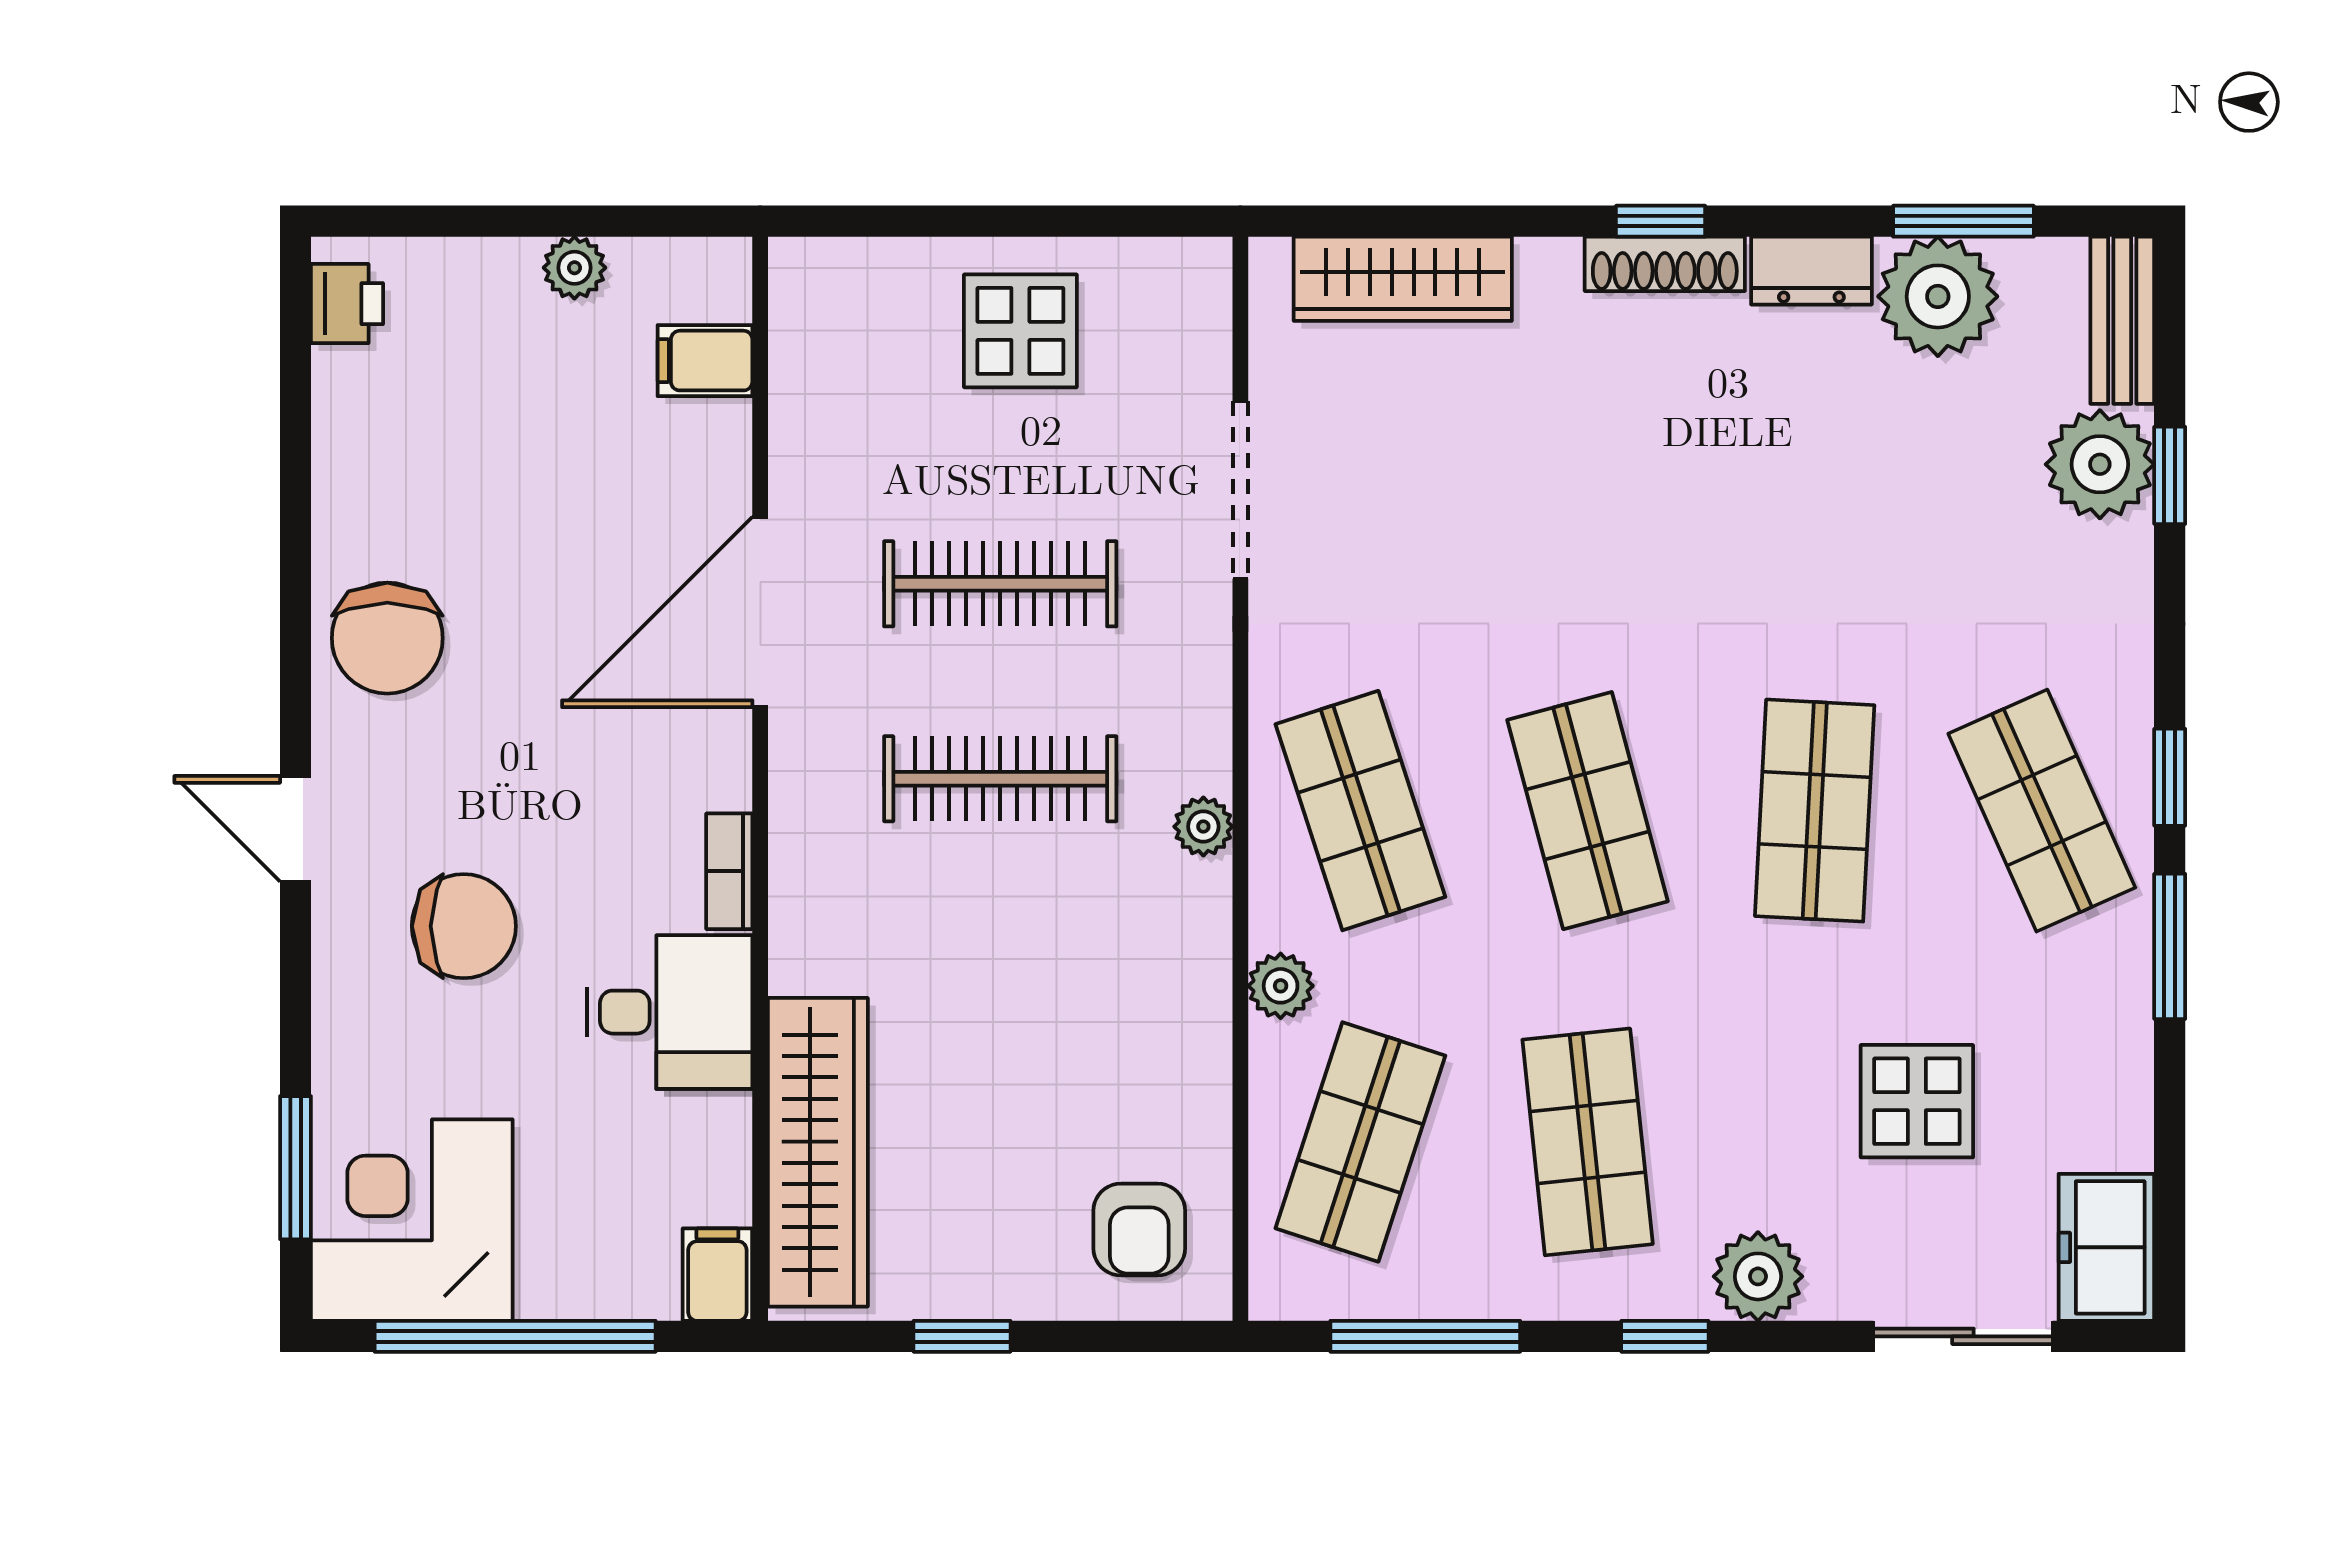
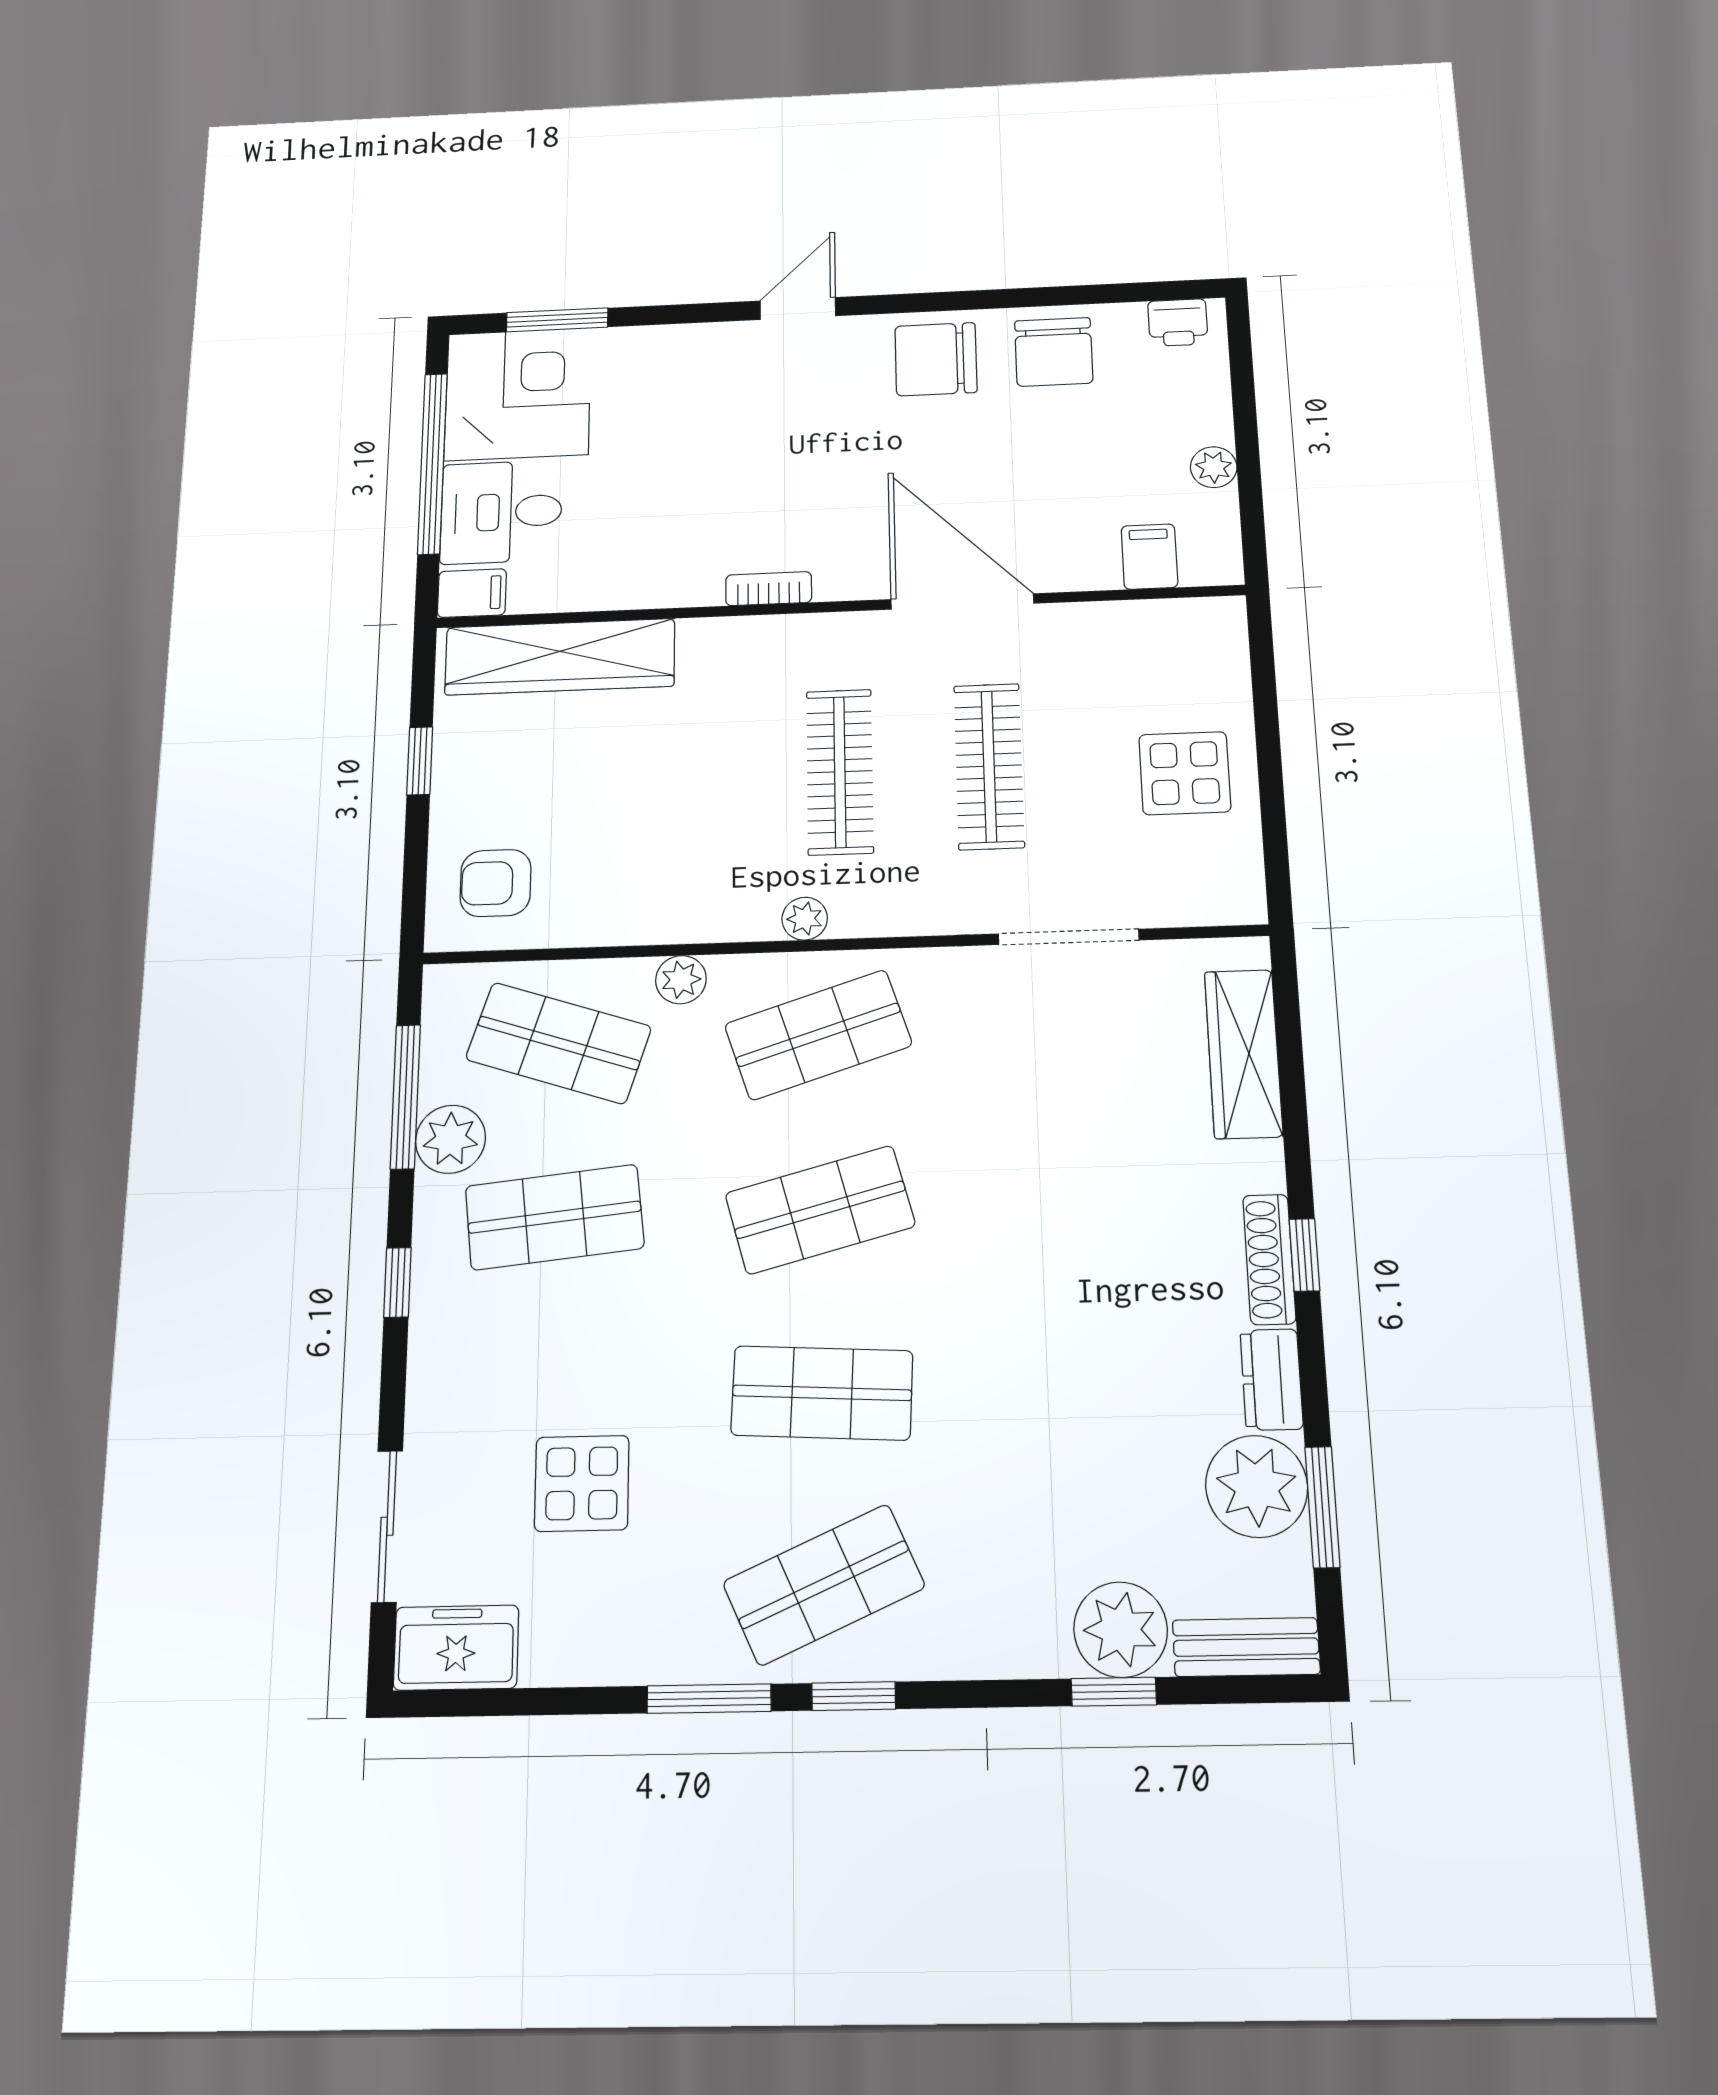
chair: (464, 926) -> (1054, 352), moved
desk: (670, 1012) -> (501, 512), moved, turned 90
plant: (1758, 1276) -> (451, 1139), moved

